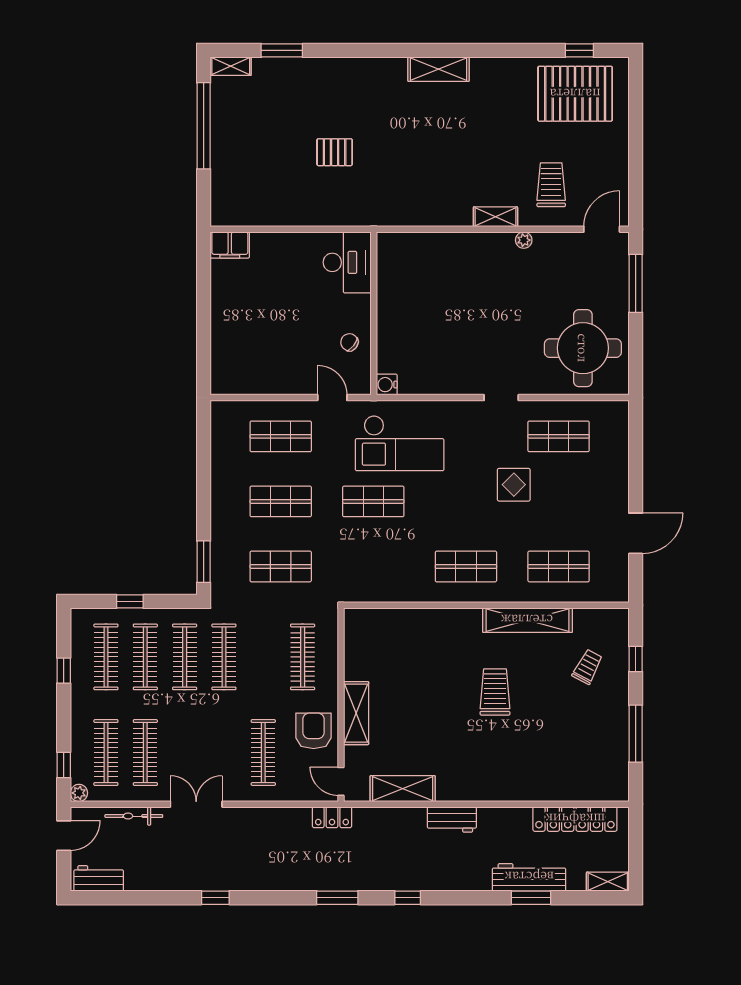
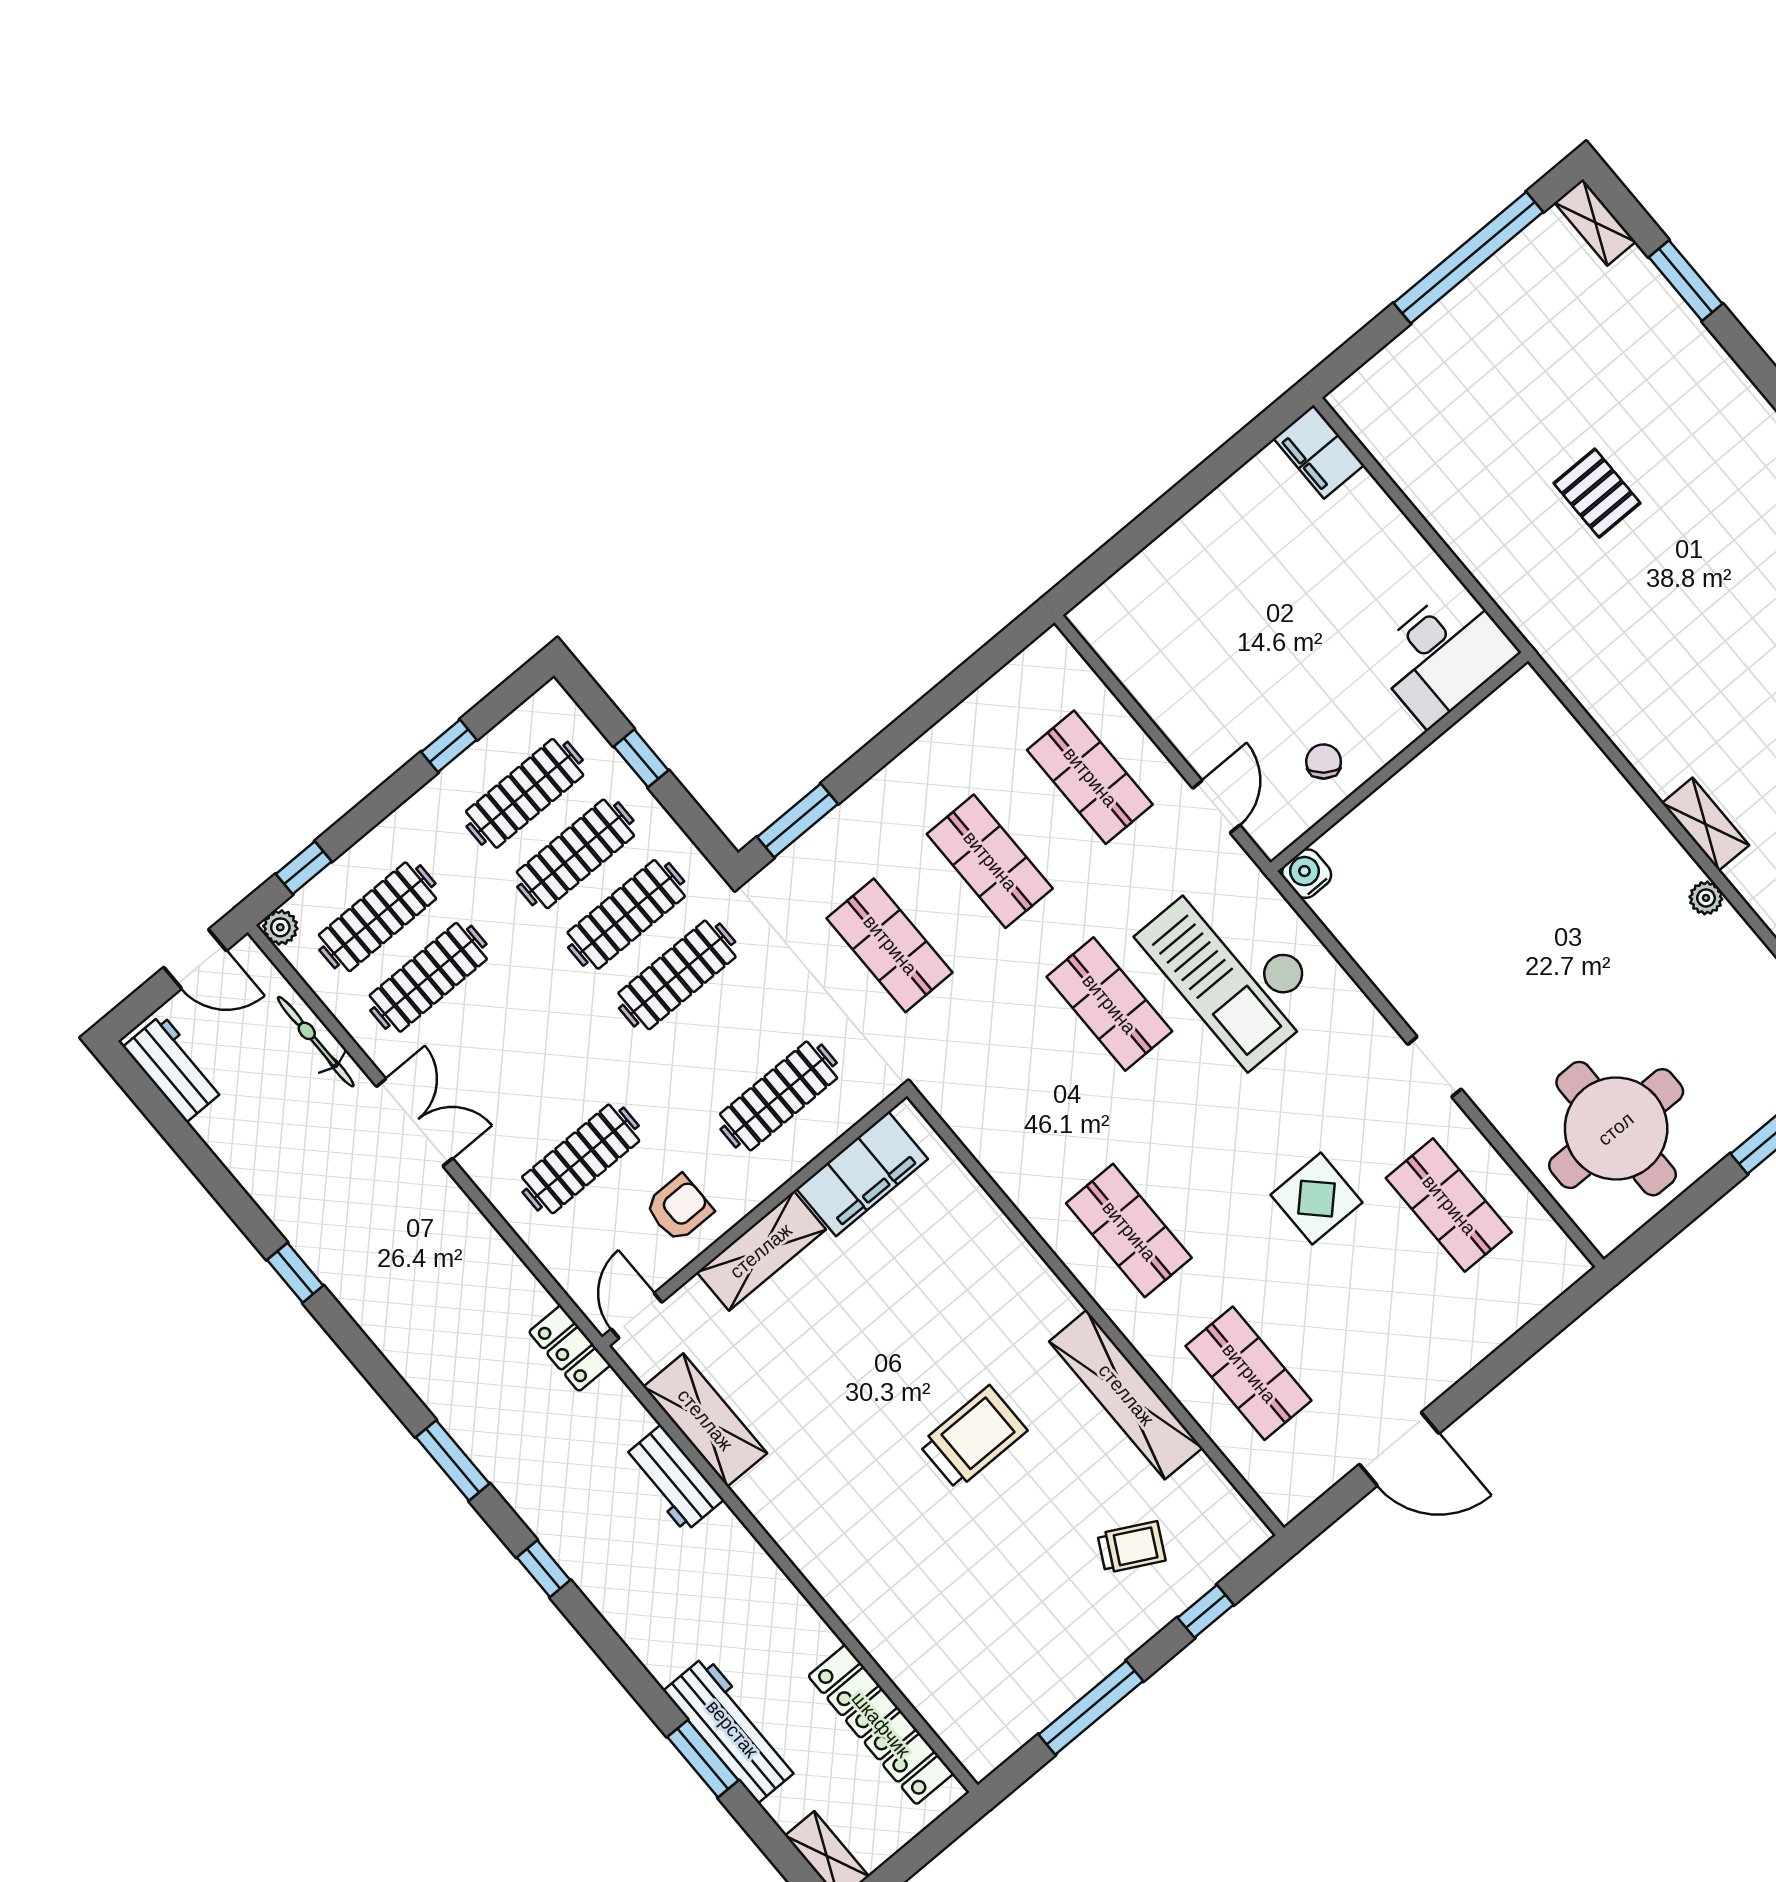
filing cabinet: (359, 650) -> (862, 1174), added
armchair: (314, 731) -> (679, 1208), width x0.72, depth x0.72
workbench: (452, 820) -> (673, 1478), moved

